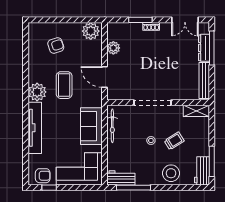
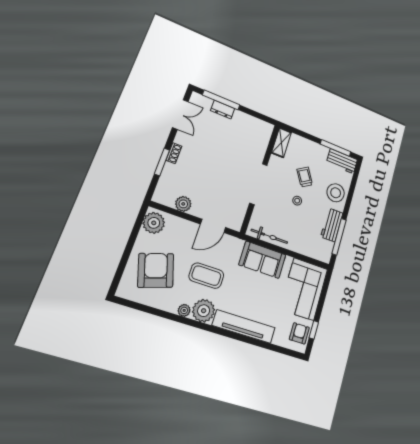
armchair: (56, 45) -> (156, 270), width x1.88, depth x1.88
dresser: (204, 48) -> (223, 110), width x0.70
plant: (33, 77) -> (184, 310), added
bench: (204, 81) -> (253, 122), removed
workbench: (121, 178) -> (332, 225), moved

